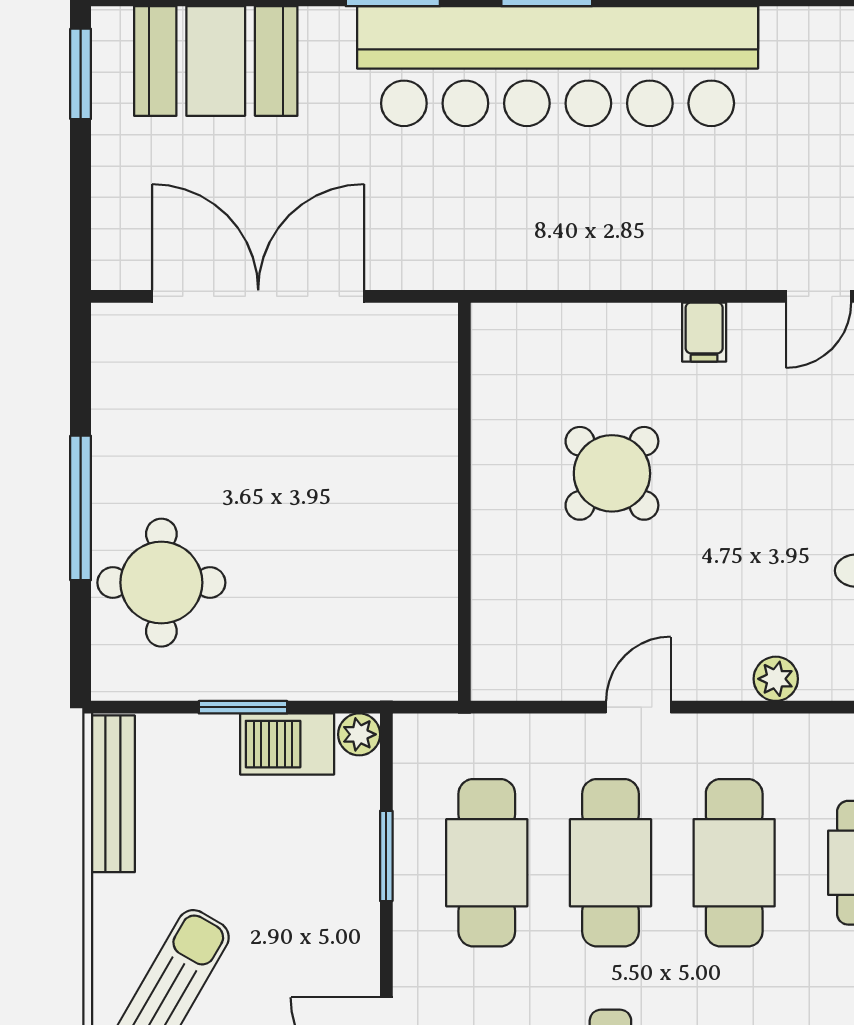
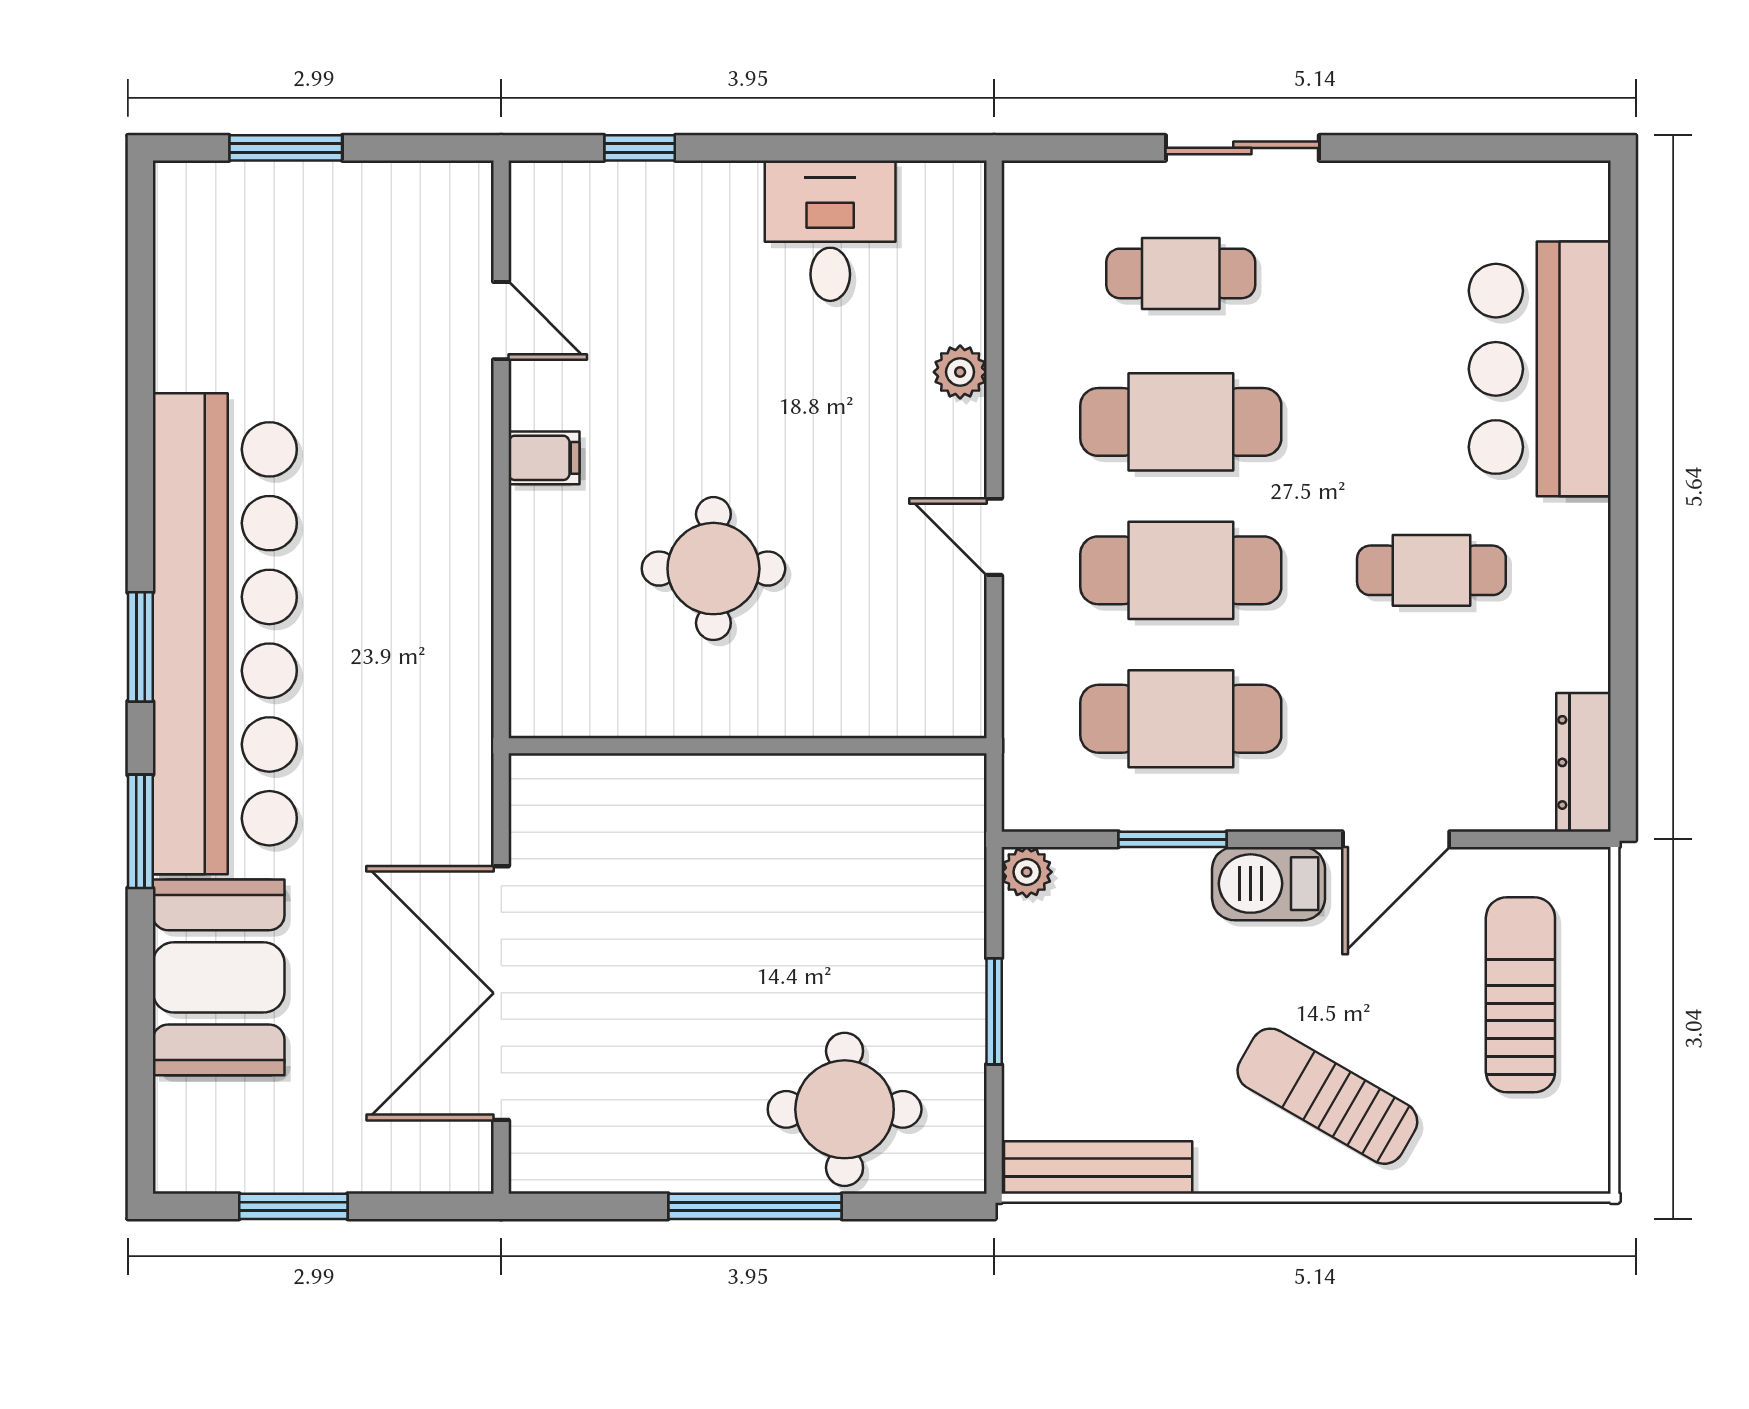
booth: (216, 61) -> (219, 977), moved
window: (81, 74) -> (293, 1206), moved
round table: (612, 473) -> (713, 569), turned 45
barbecue: (287, 744) -> (1269, 884), moved, turned 90

